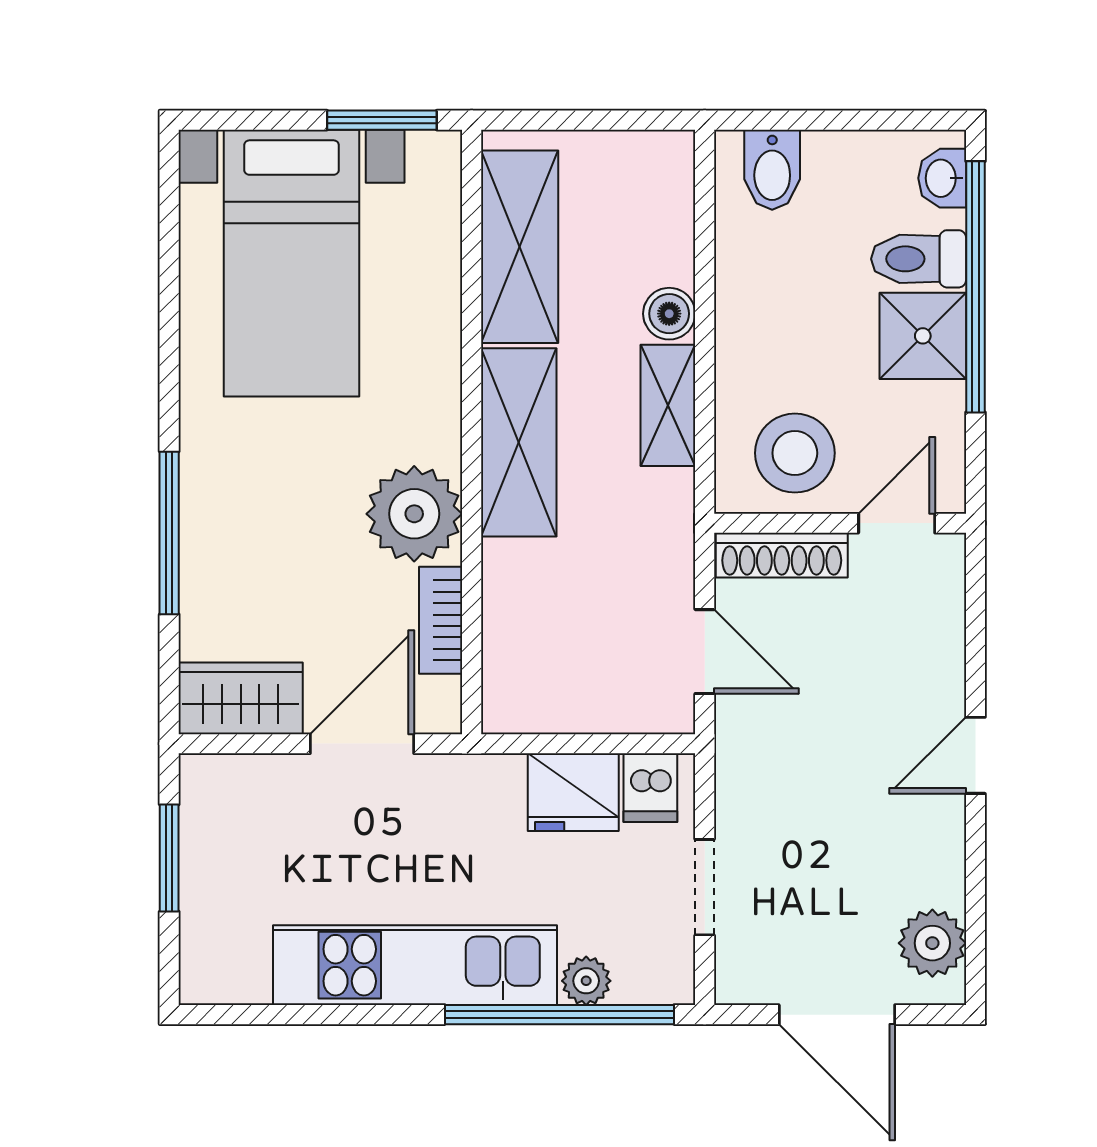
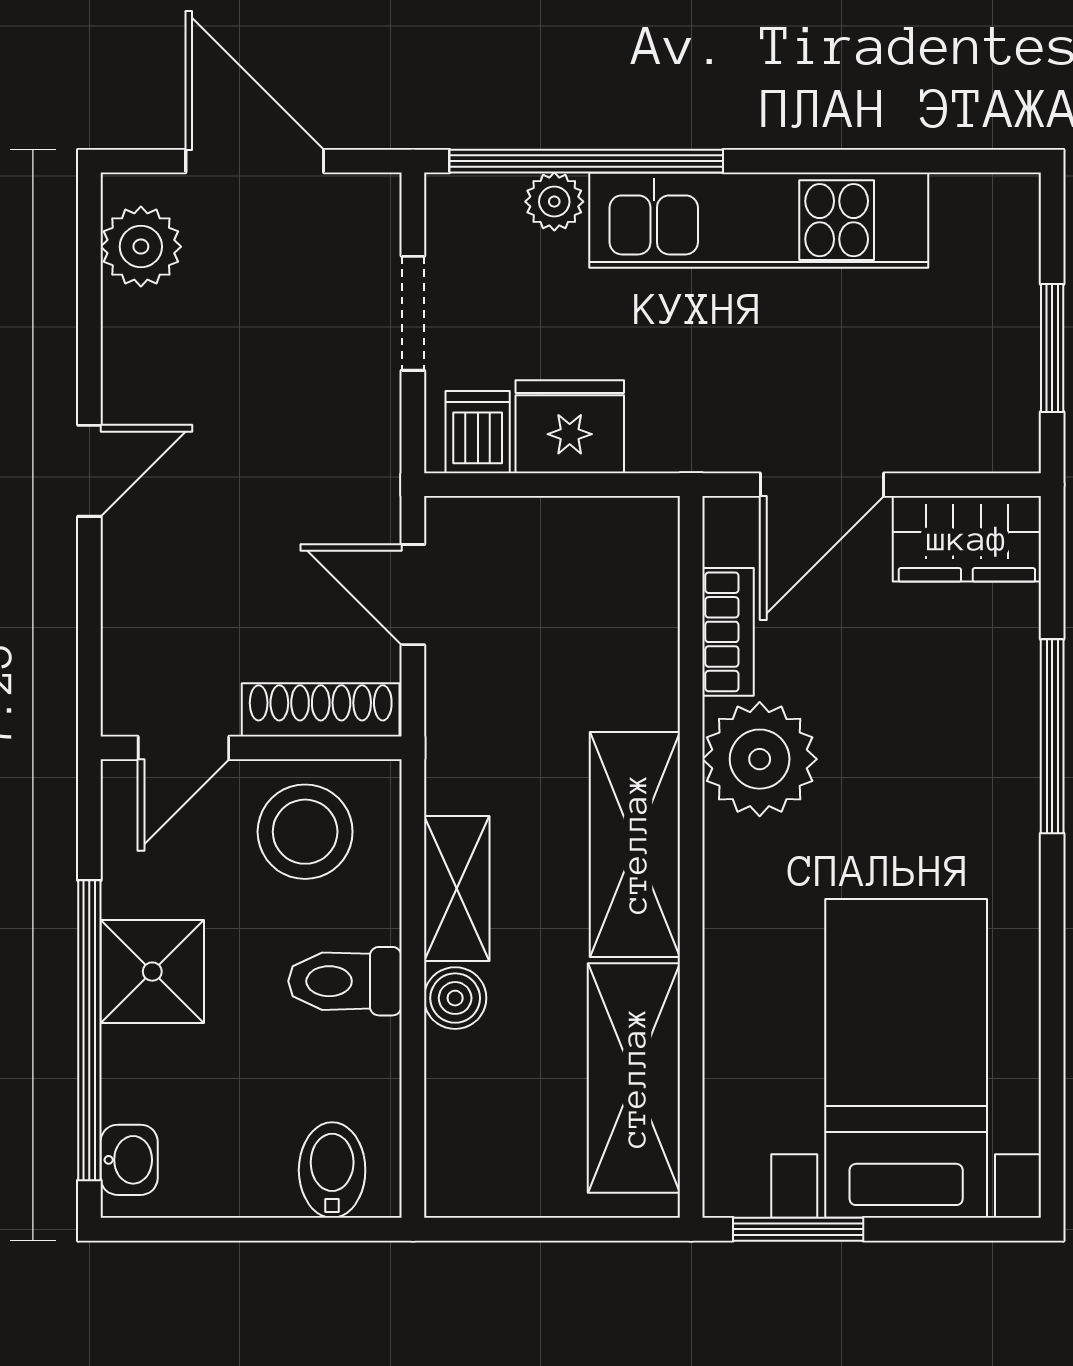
toilet: (919, 259) -> (345, 981), moved, turned 180

